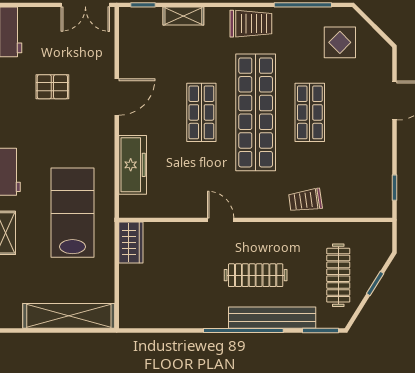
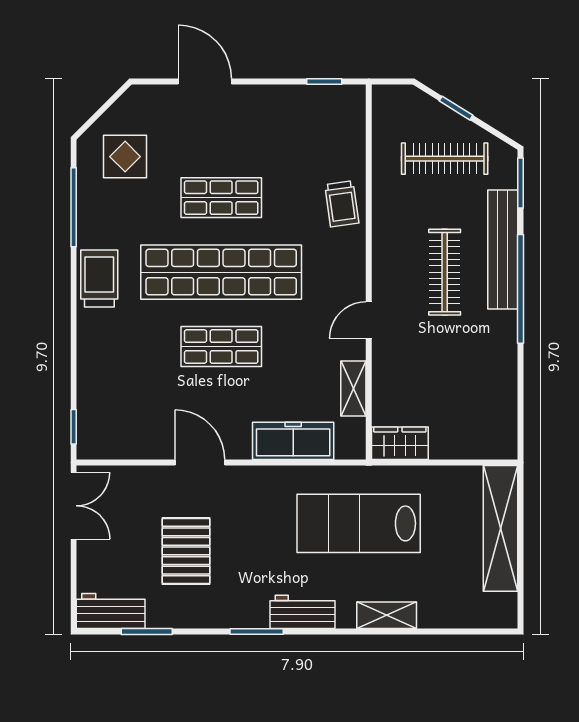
shelving: (183, 16) -> (353, 388), moved
pallet: (52, 87) -> (186, 551), width x1.50, depth x1.42

